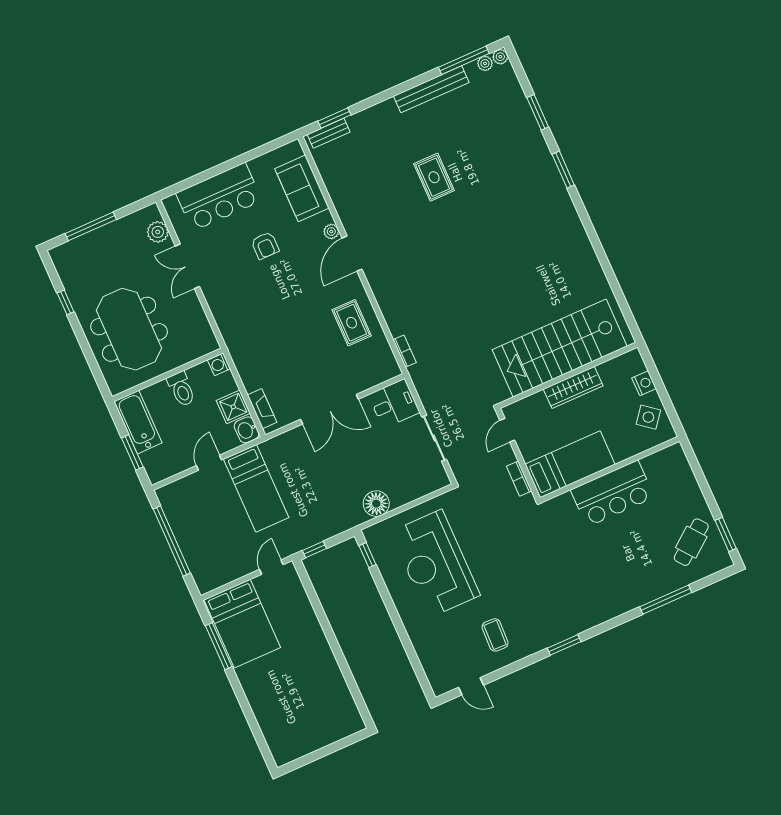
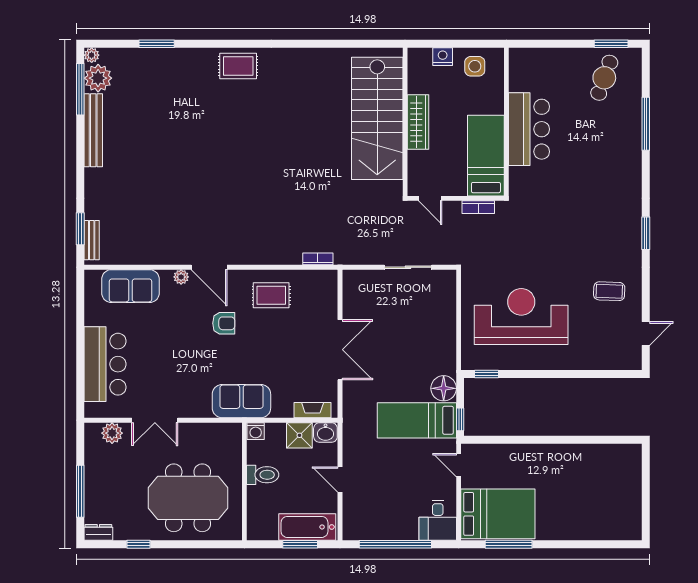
plant: (485, 63) -> (98, 78), width x1.88, depth x1.88
window: (563, 170) -> (218, 44), removed
rug: (434, 177) -> (238, 66), moved
armchair: (265, 245) -> (224, 323), moved
dresser: (60, 260) -> (98, 532), added
sofa: (241, 339) -> (241, 401), added
desk: (394, 404) -> (438, 520), moved, turned 180
side table: (648, 417) -> (475, 66), turned -38
bathtub: (138, 422) -> (307, 527), moved
bed: (256, 488) -> (417, 420), moved, turned 180
floor lamp: (376, 504) -> (444, 388), moved
cafe table: (691, 542) -> (604, 78), turned 58
reception desk: (435, 564) -> (521, 316), turned 180

